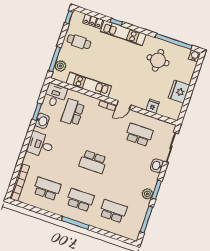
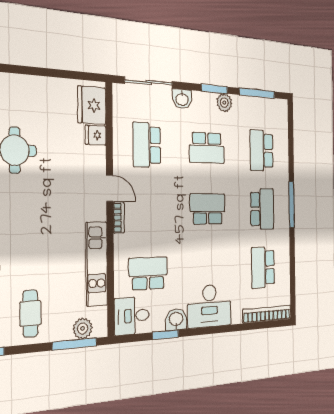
fridge: (179, 92) -> (92, 105), moved, turned 90
school desk: (73, 112) -> (148, 273), turned 180
desk: (40, 145) -> (209, 306), width x1.37
school desk: (93, 162) -> (208, 209), turned -90
school desk: (126, 173) -> (207, 148), added
school desk: (80, 200) -> (262, 209), turned 180

